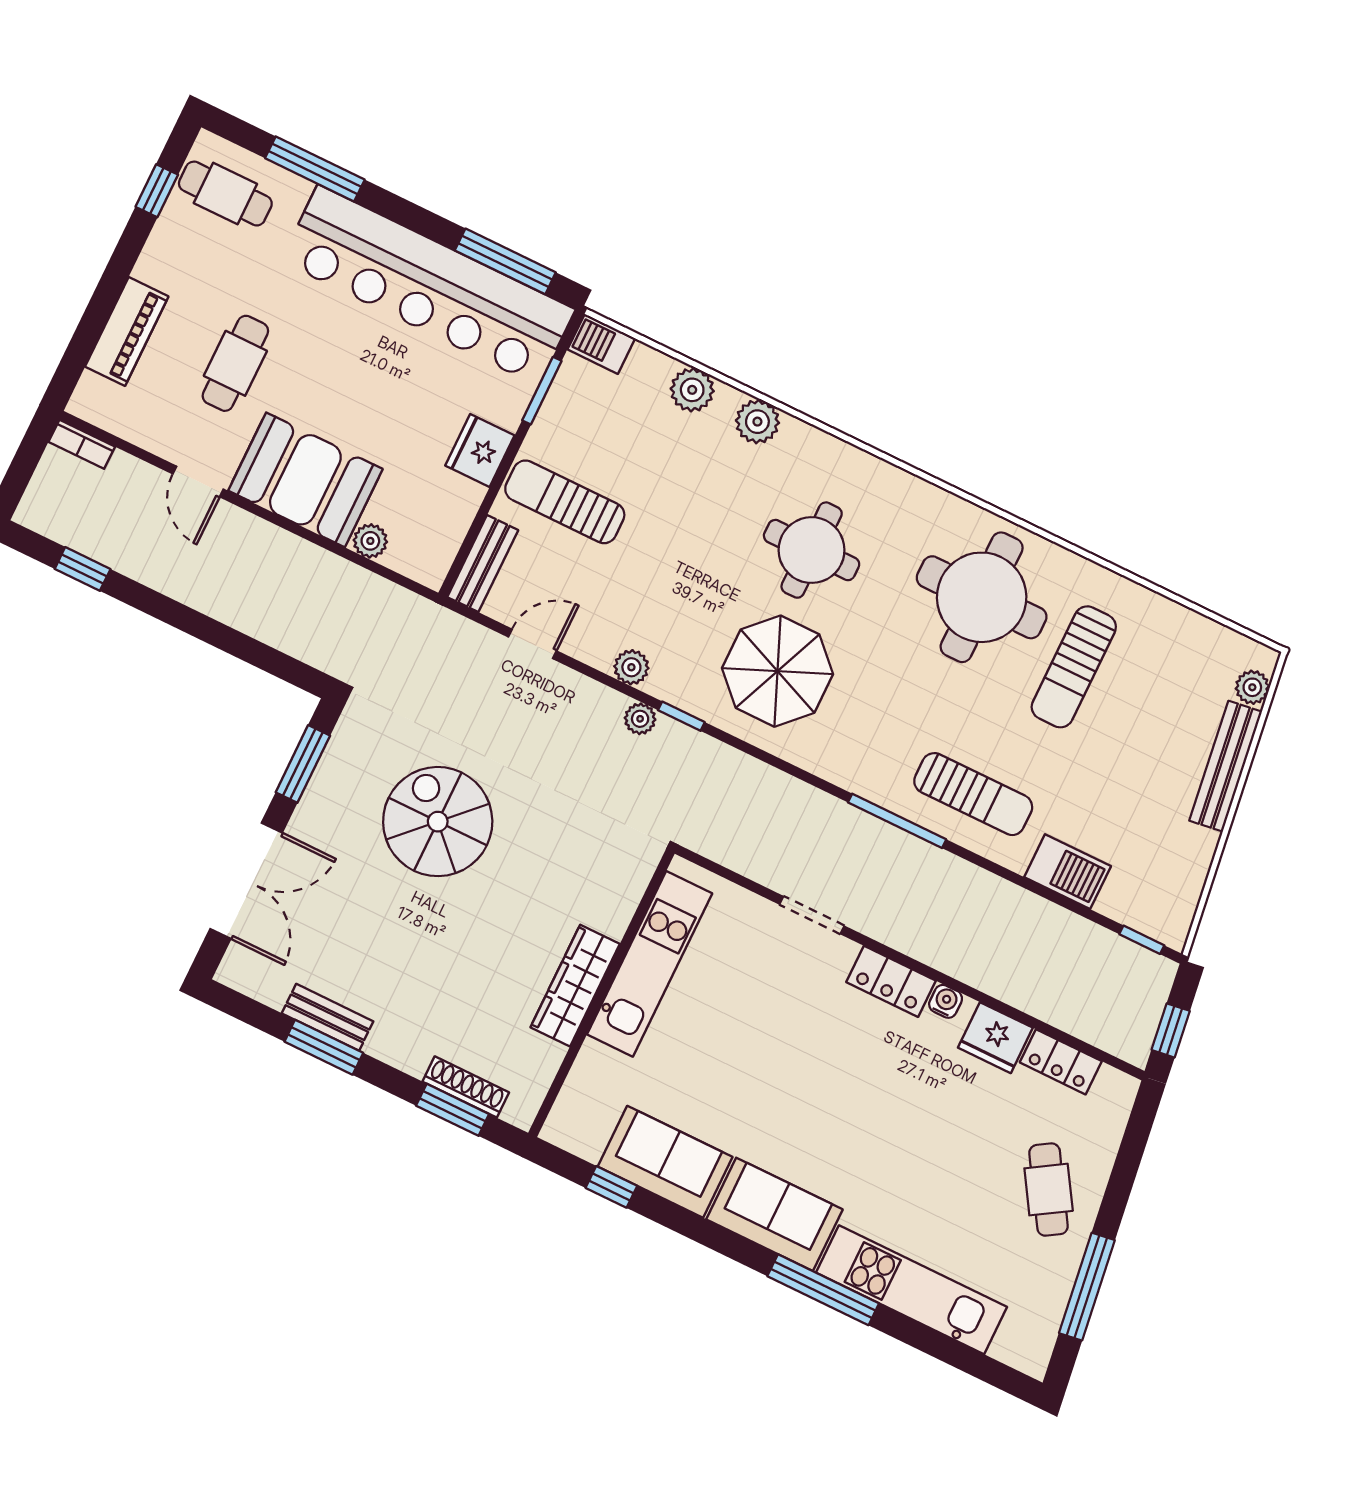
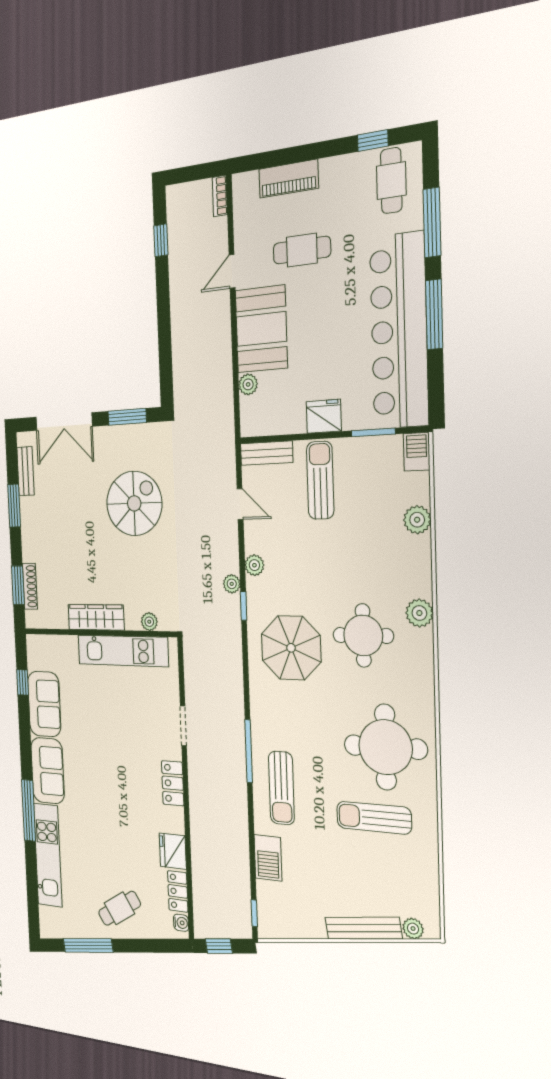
window: (505, 261) -> (434, 314), moved
plant: (757, 422) -> (419, 613), moved
plant: (628, 891) -> (149, 622), added
water cooler: (946, 1001) -> (181, 923), moved
bench: (328, 1017) -> (26, 471), moved

